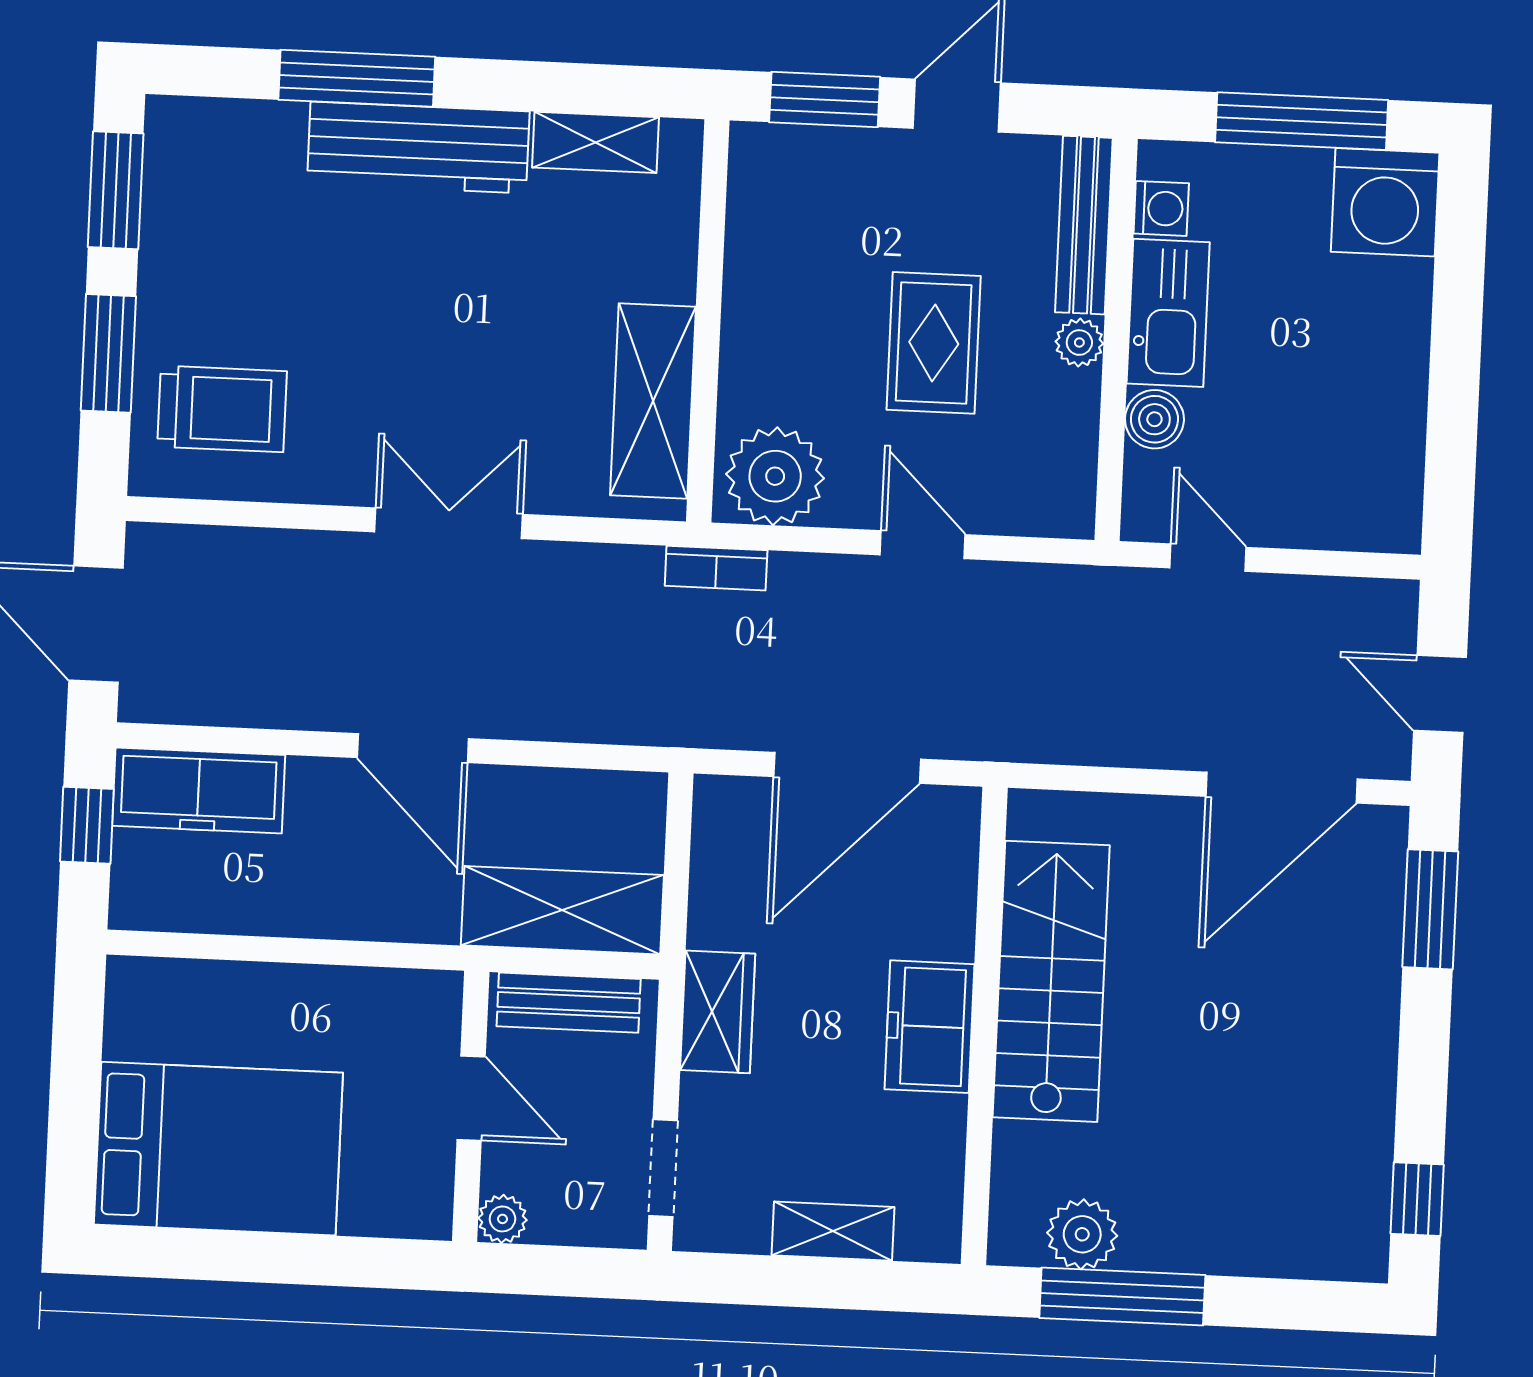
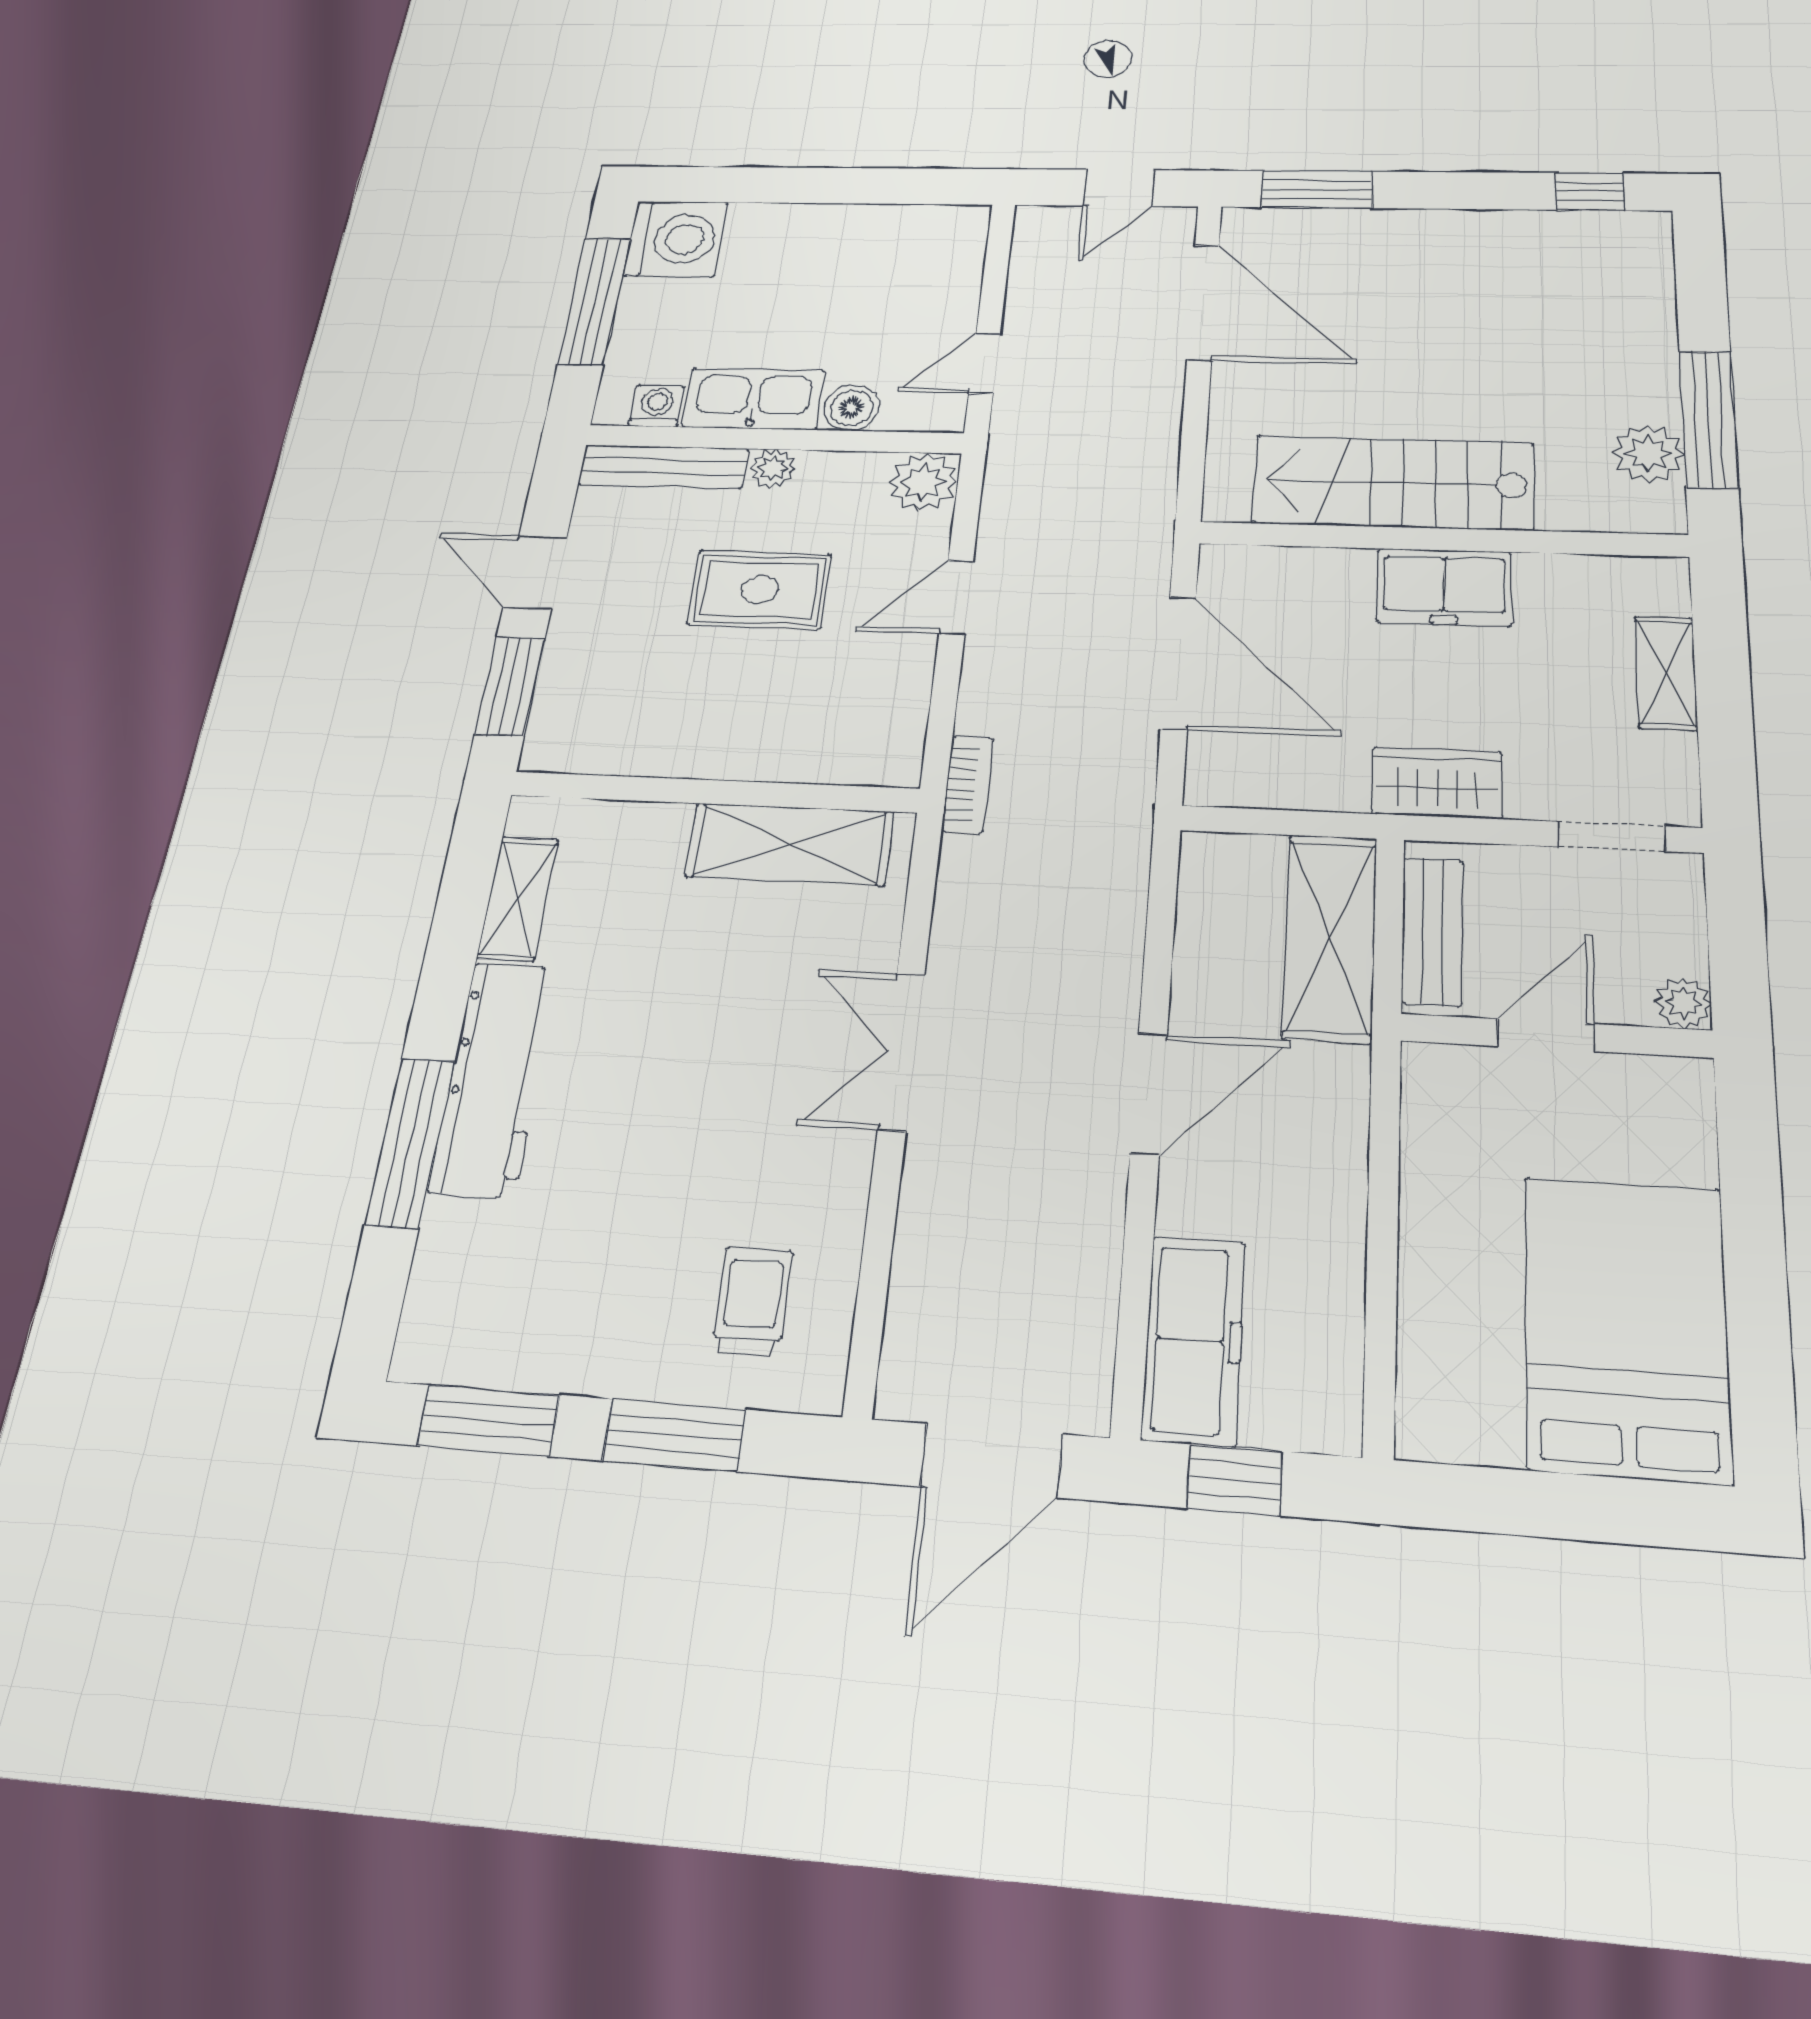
trolley: (222, 409) -> (752, 1301), width x0.73, depth x0.72
plant: (775, 476) -> (923, 482), moved, width x0.73, depth x0.73

